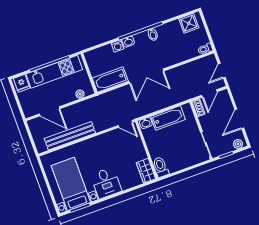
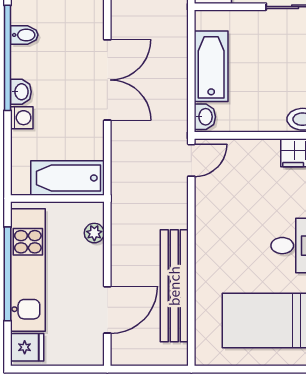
bathtub: (110, 80) -> (67, 178), moved, turned 90

